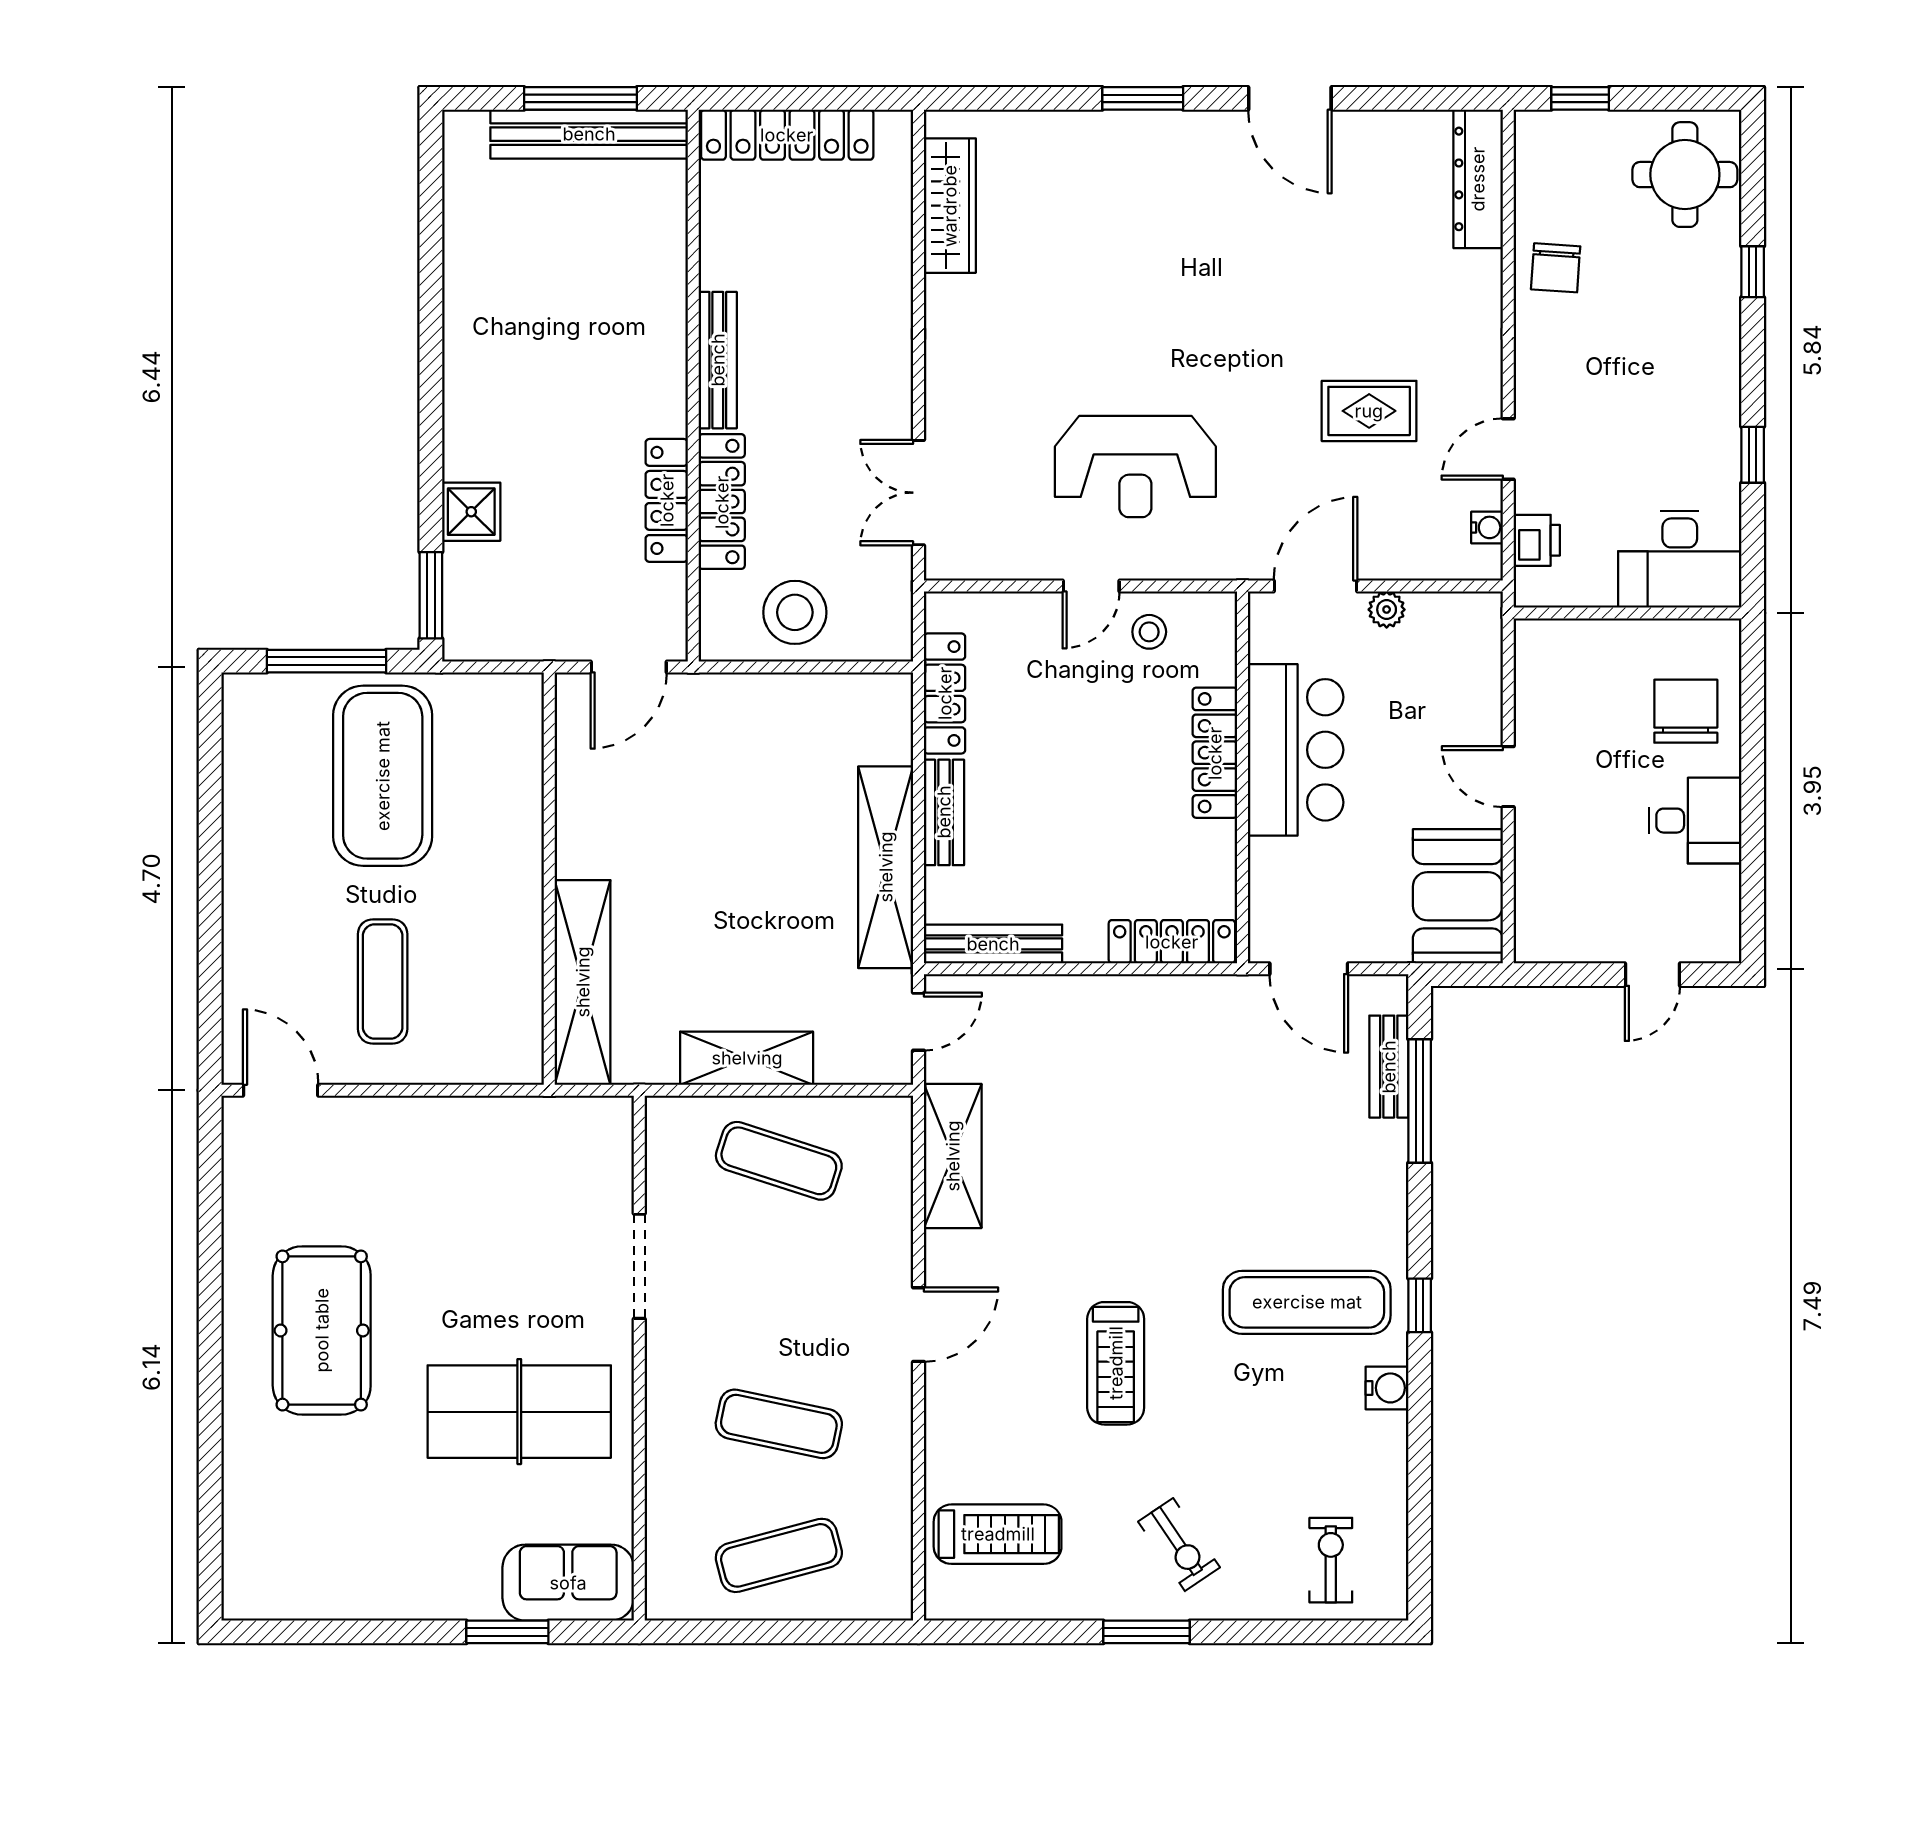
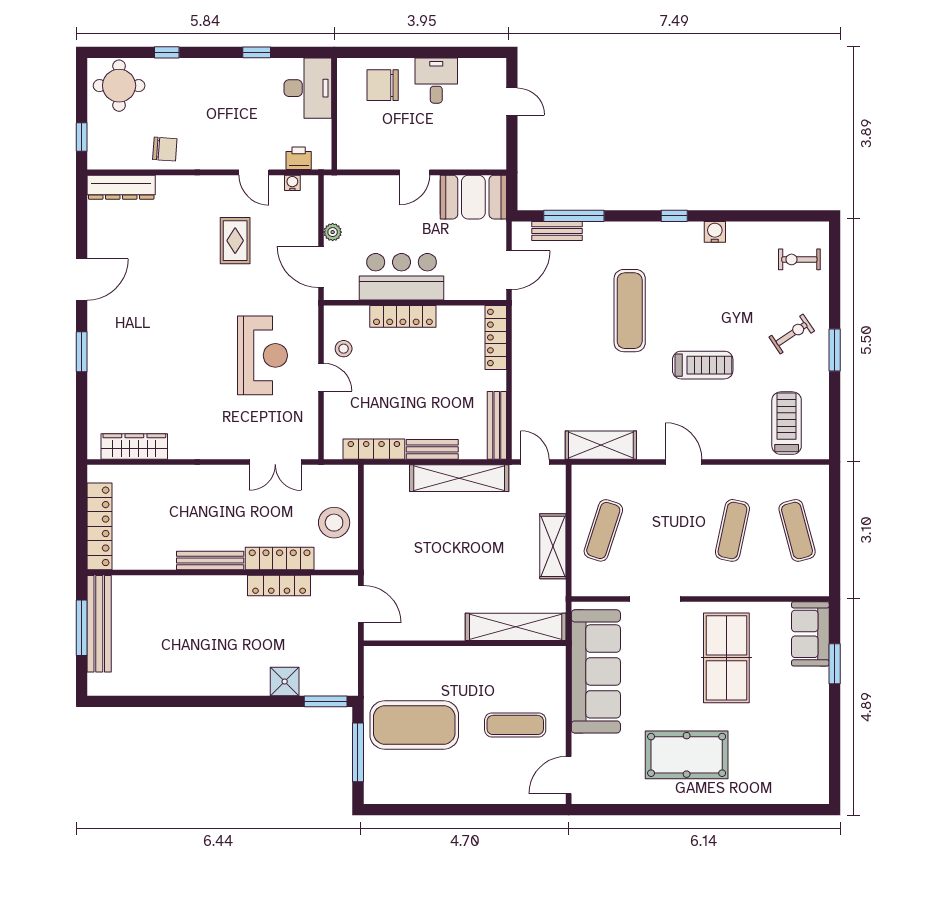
sofa: (492, 1146) -> (596, 671), added
exercise mat: (1307, 1302) -> (630, 311), moved

